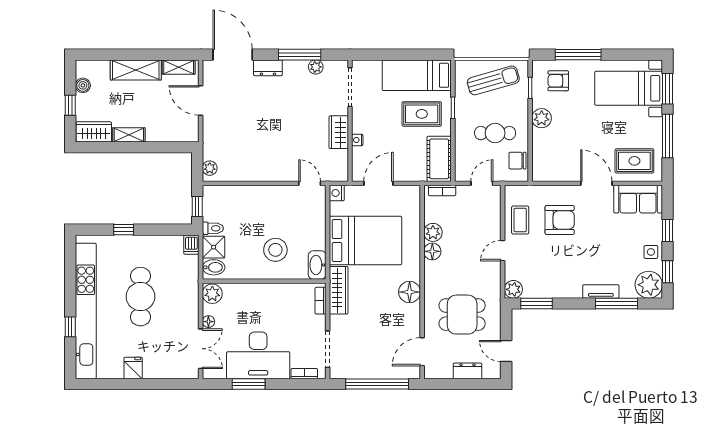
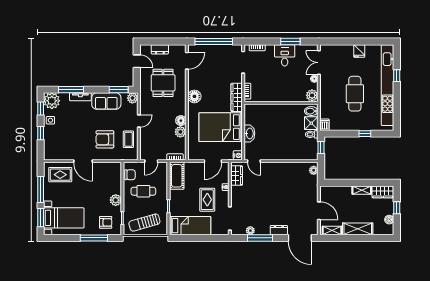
rug: (422, 114) -> (207, 200), moved, turned 90
wardrobe: (339, 132) -> (237, 176), moved
sofa: (638, 199) -> (106, 101), moved, turned 180
stool: (275, 250) -> (274, 122), removed
washbasin: (317, 265) -> (249, 133), moved
dining table: (462, 315) -> (163, 83), turned 90
desk: (258, 355) -> (285, 55), width x0.53, depth x0.77

